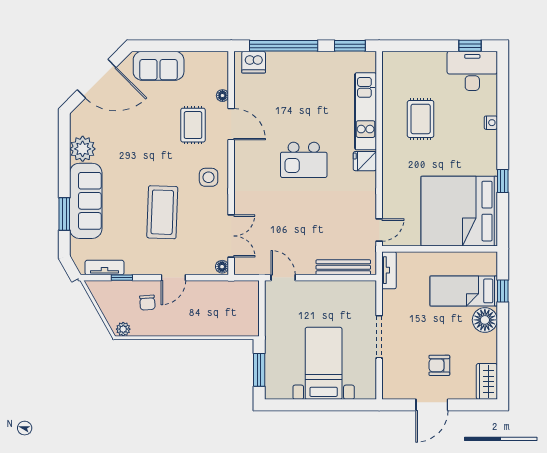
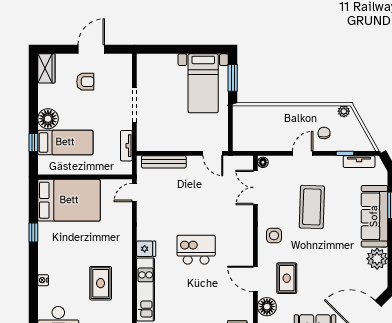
floor lamp: (222, 96) -> (267, 307), width x1.89, depth x1.89
bed: (459, 211) -> (69, 200), width x0.73
tv unit: (389, 270) -> (126, 146), moved
bed with nightstands: (324, 363) -> (203, 83), moved

